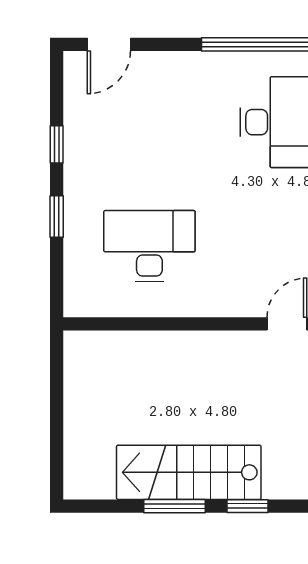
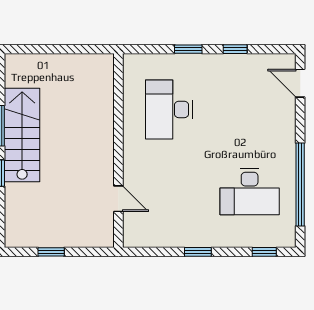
desk: (149, 246) -> (169, 109), turned 180

